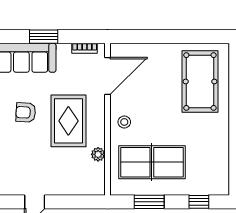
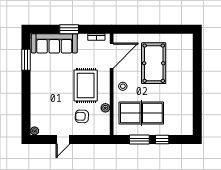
pool table: (200, 82) -> (154, 63), moved
armchair: (26, 112) -> (82, 116), moved
window: (199, 202) -> (162, 140), moved

